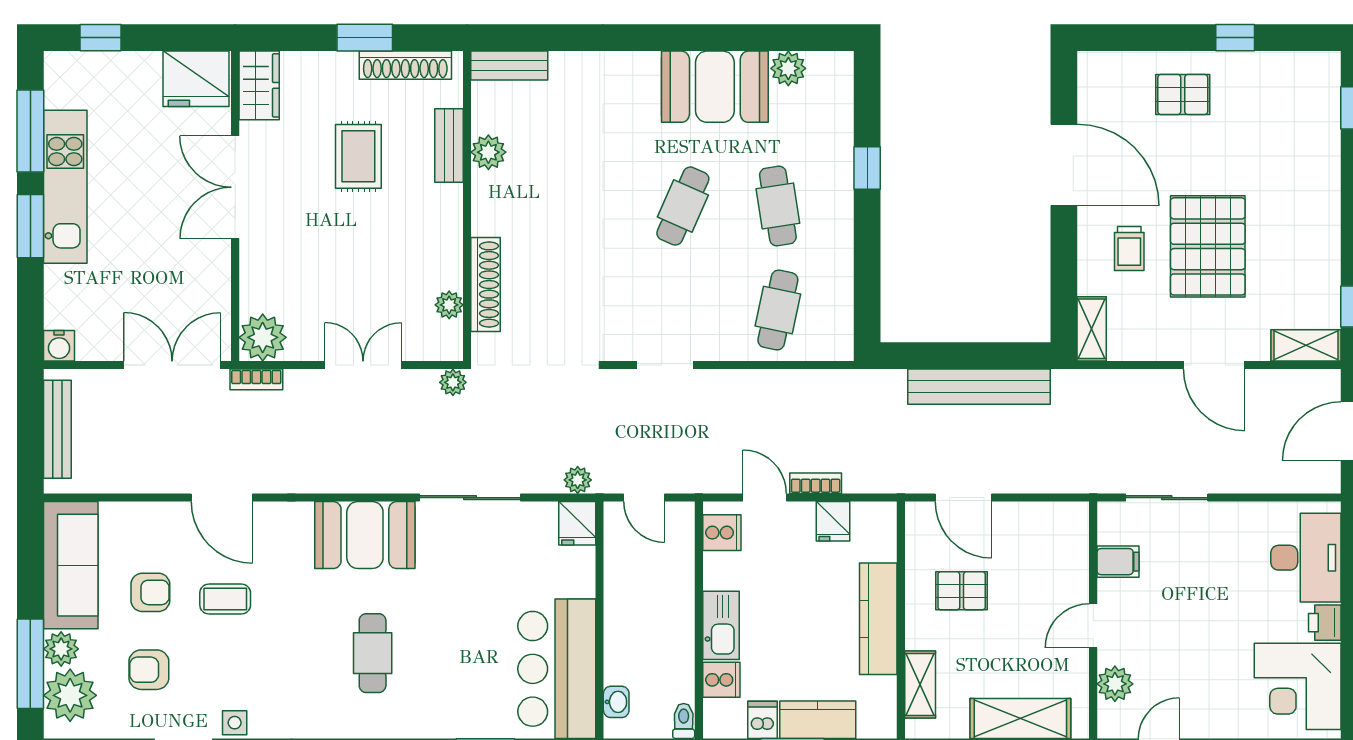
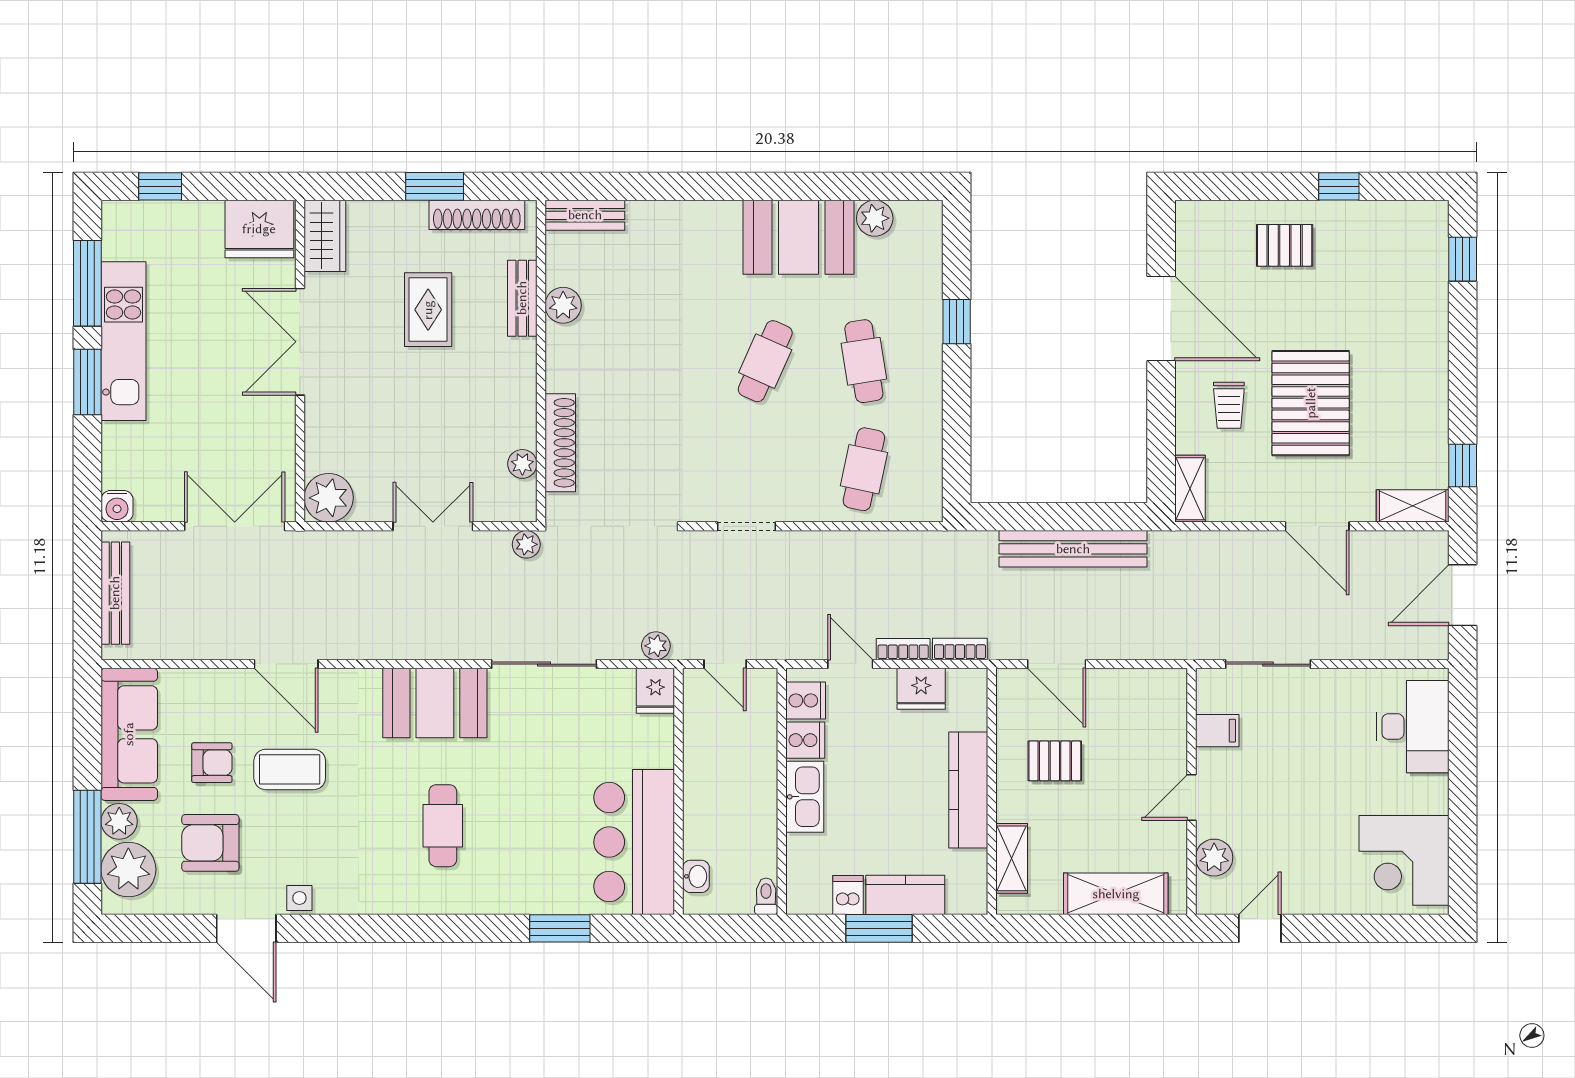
bookcase: (256, 379) -> (960, 649), moved, turned 180
fridge: (833, 521) -> (921, 689), width x1.38
coffee table: (225, 599) -> (290, 769), width x1.36, depth x1.30
printer: (1325, 623) -> (1432, 794), removed
armchair: (149, 670) -> (210, 843), width x1.38, depth x1.38
cooker: (721, 680) -> (805, 740), moved

